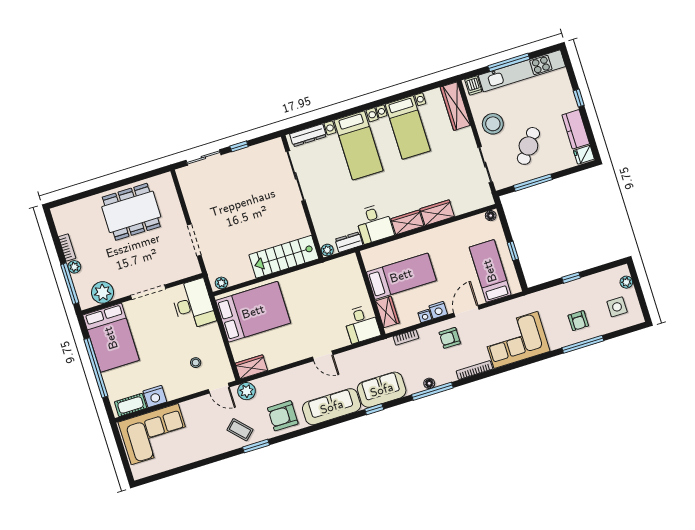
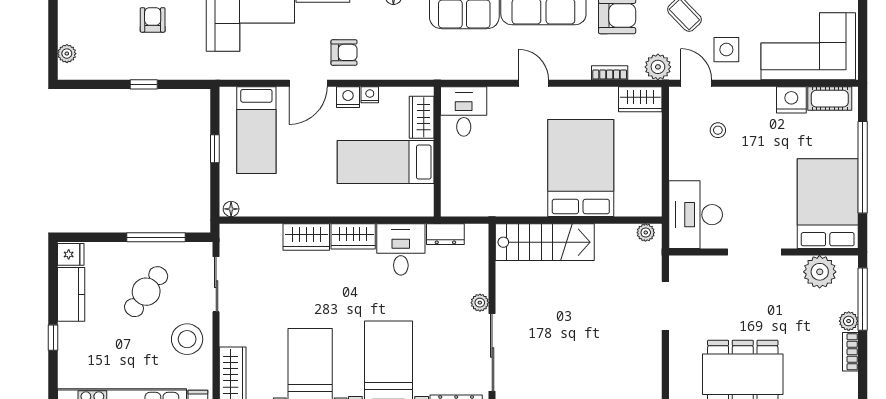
plant: (327, 250) -> (480, 303), moved
side table: (617, 307) -> (726, 50), moved
bed: (253, 312) -> (581, 168), moved, turned 90
bookcase: (406, 337) -> (610, 73), moved

